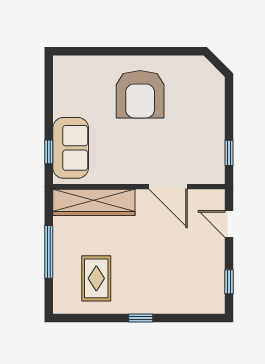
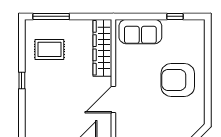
window: (49, 152) -> (175, 16), moved
window: (49, 252) -> (51, 16), moved

